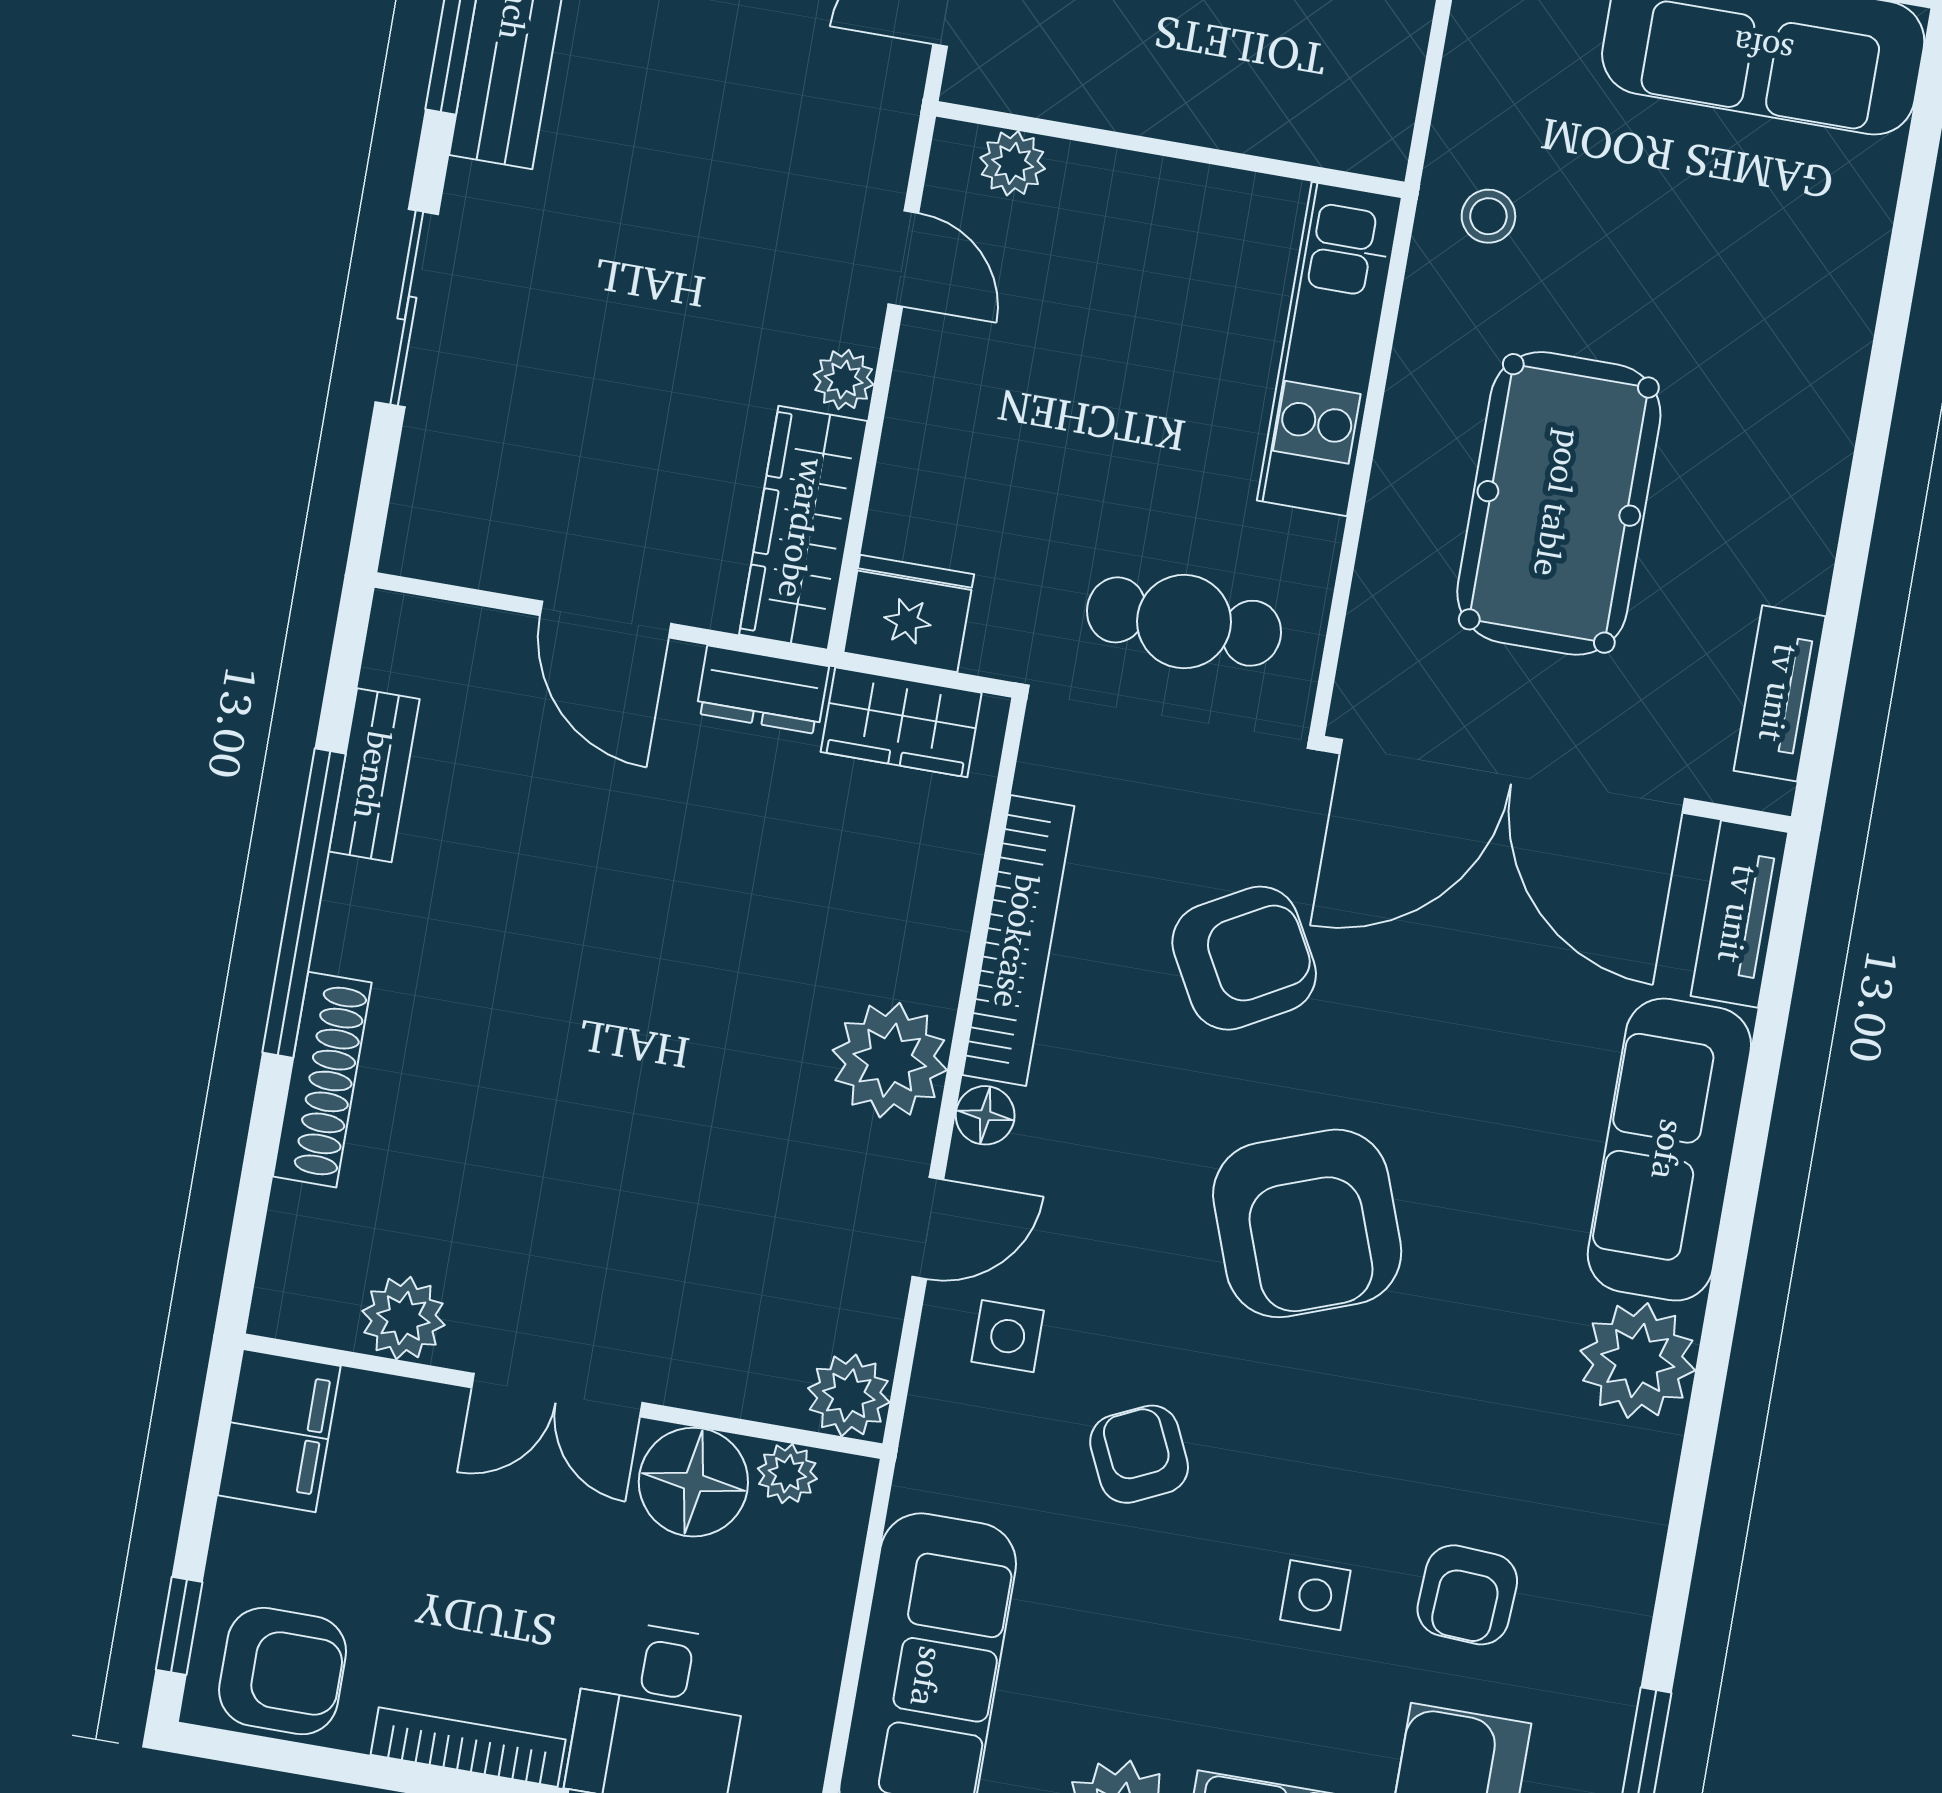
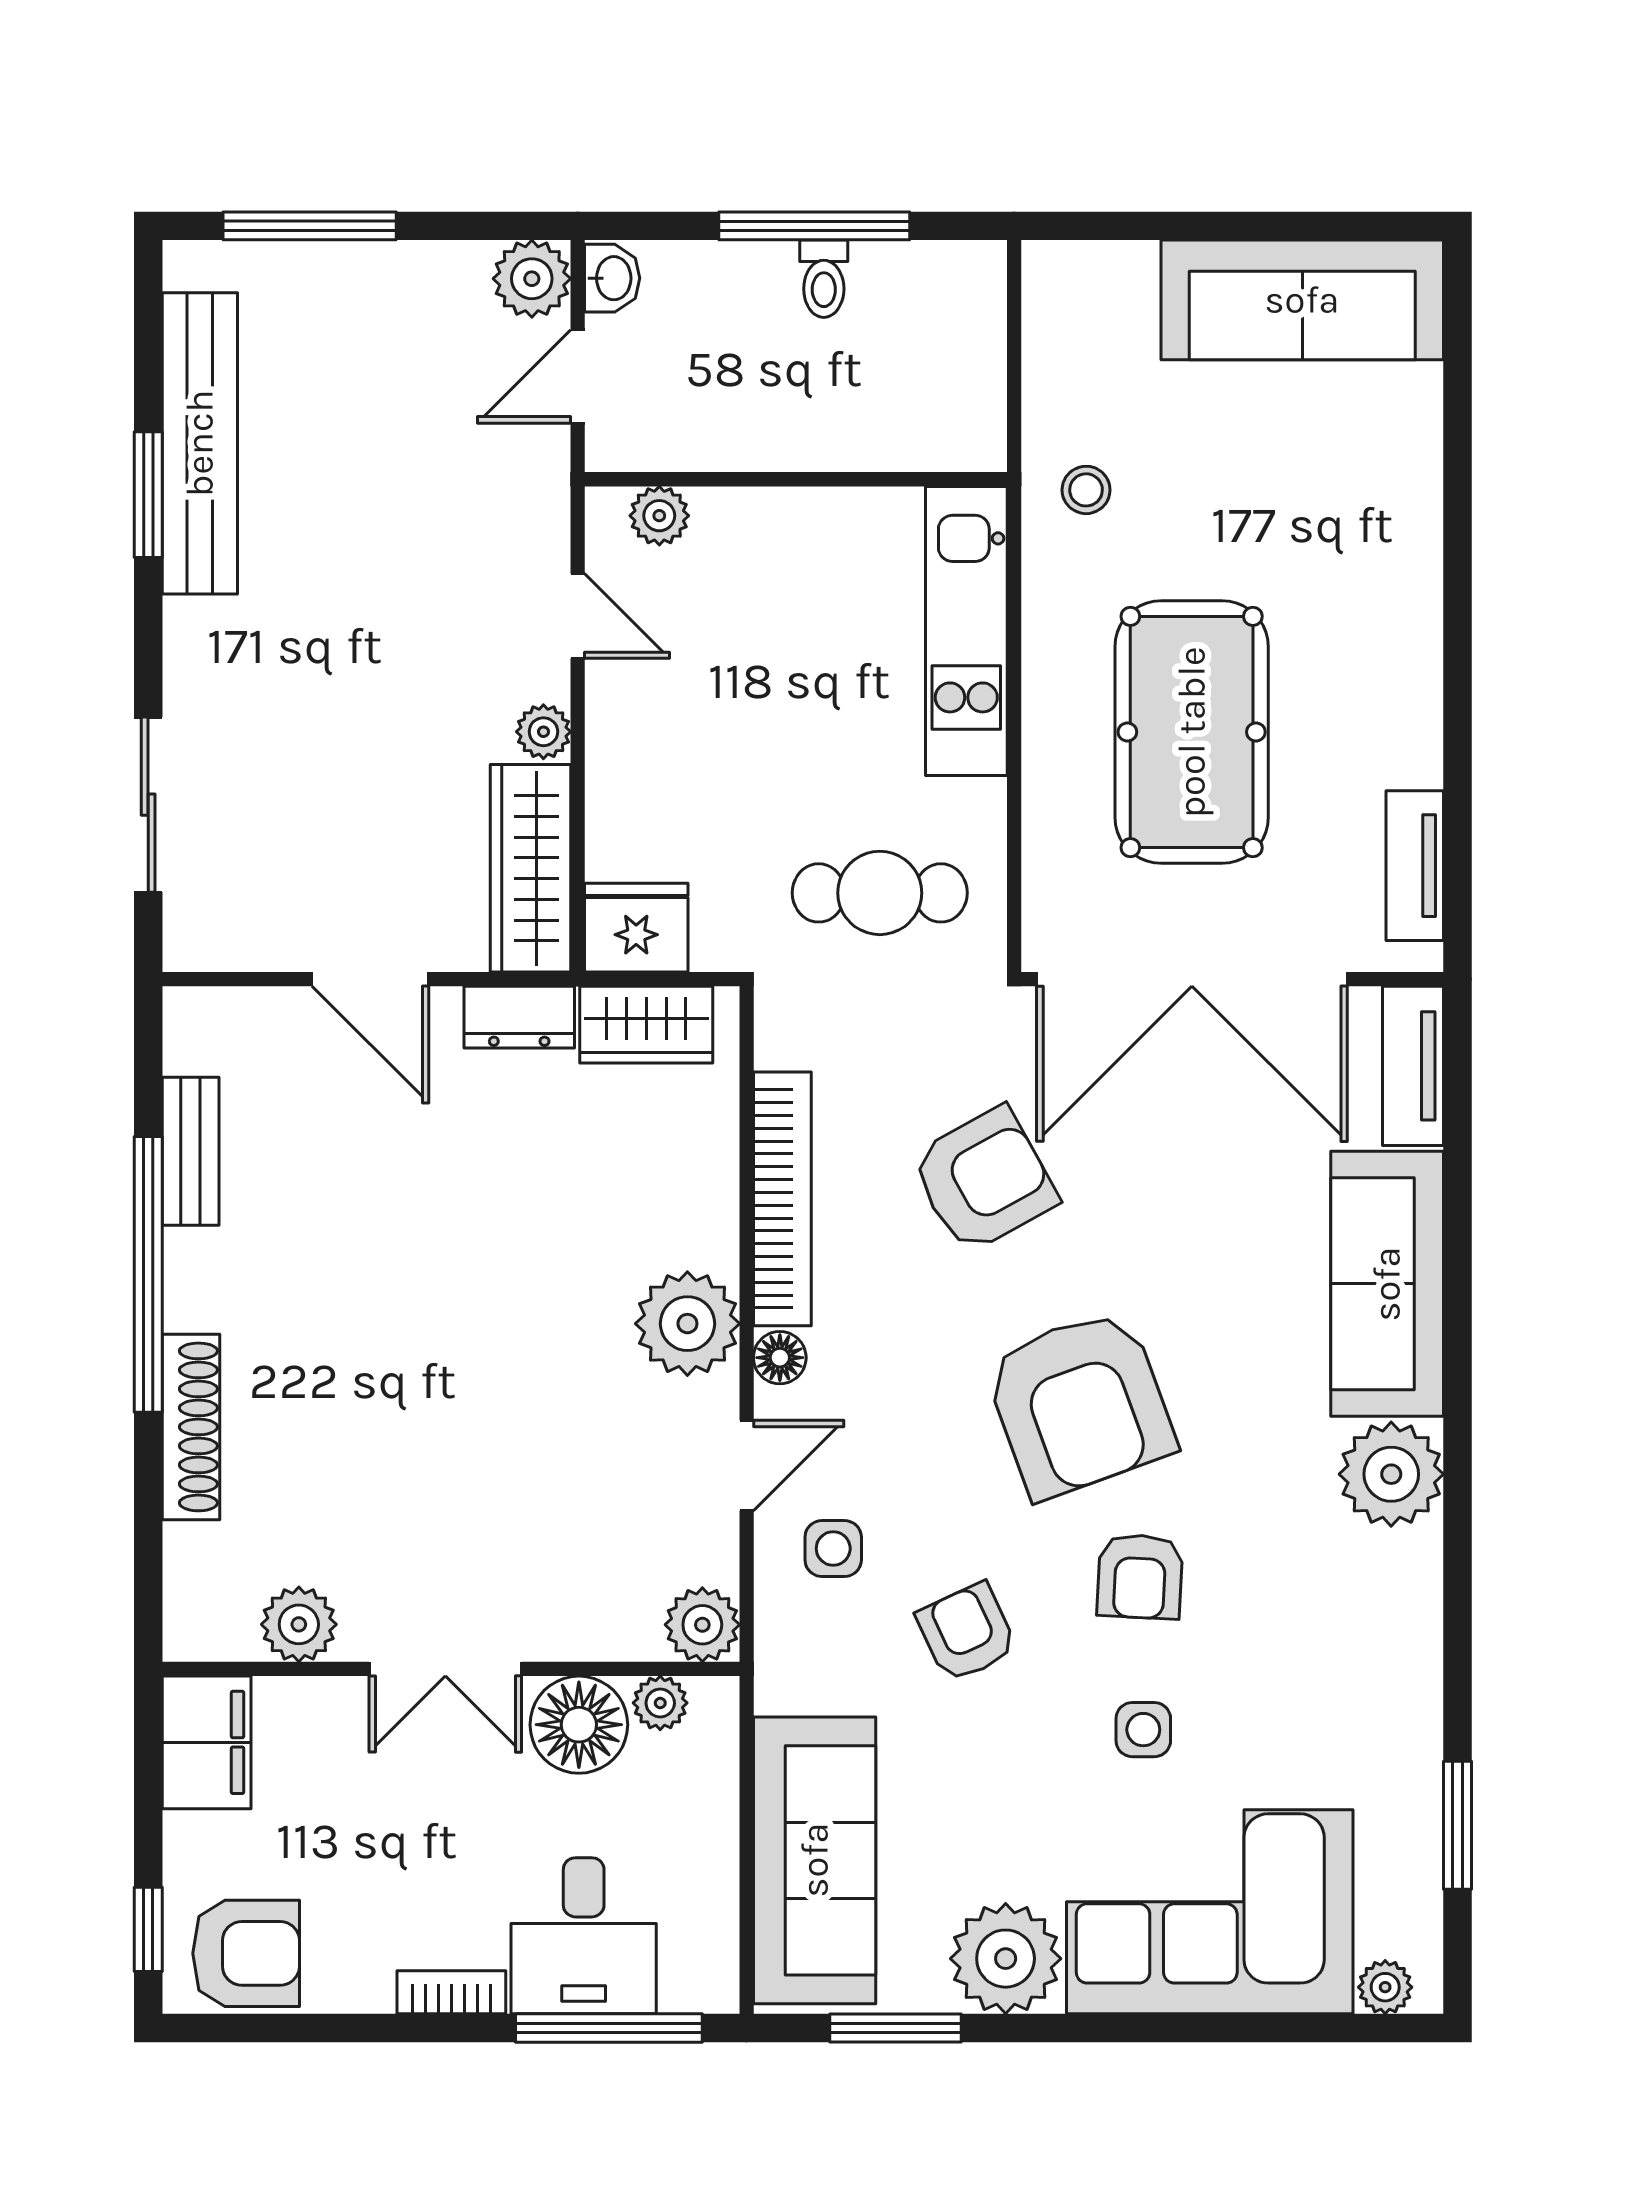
sliding door: (407, 308) -> (148, 805), moved
armchair: (1467, 1595) -> (1140, 1576), moved
bookcase: (468, 1747) -> (451, 1992), width x0.64

